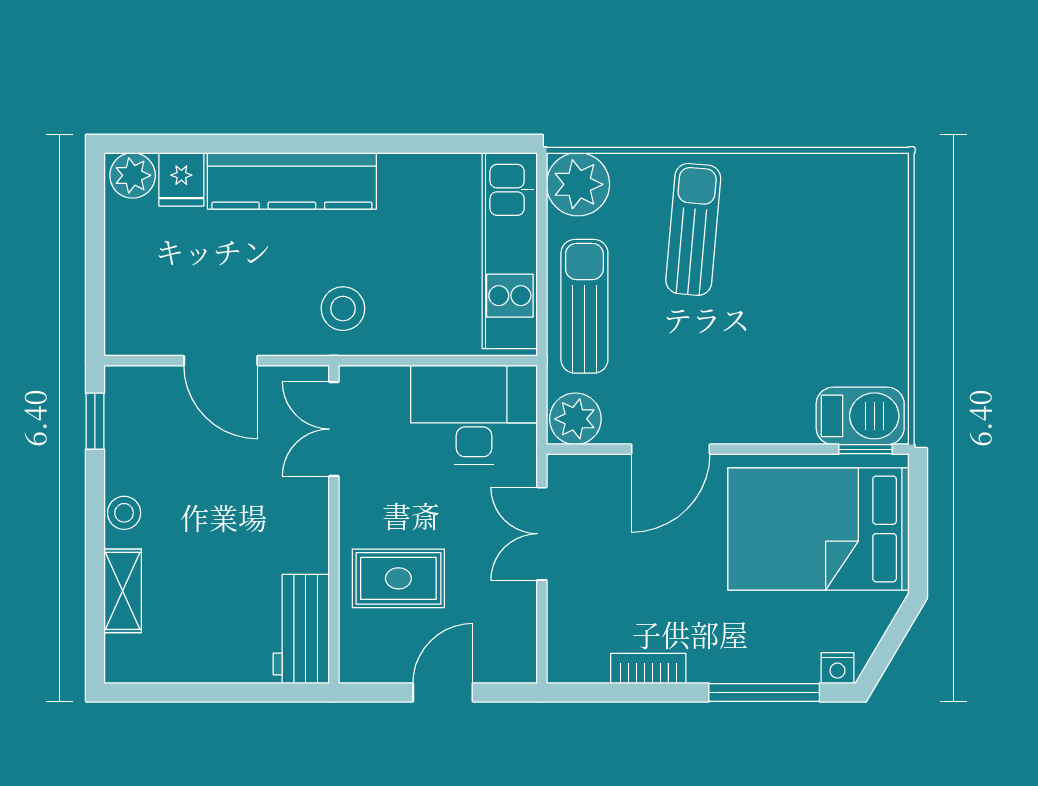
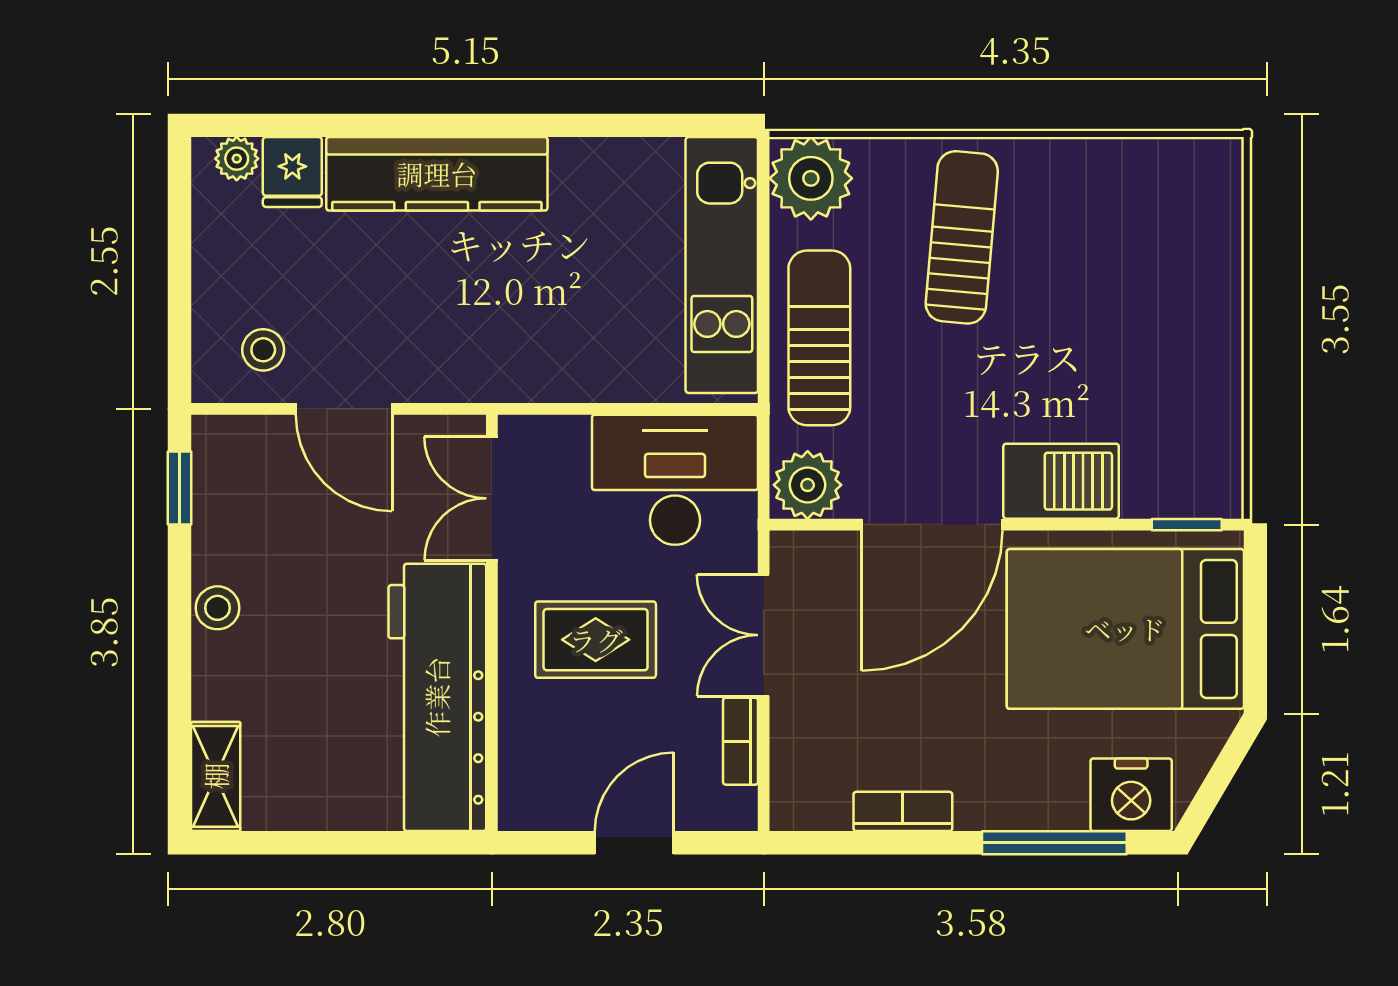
plant: (133, 175) -> (237, 159), width x0.73, depth x0.73
stool: (343, 309) -> (263, 350), moved, width x0.73, depth x0.73
barbecue: (860, 416) -> (1061, 481), moved
door: (671, 449) -> (932, 525), width x1.36
rug: (398, 578) -> (596, 640), moved
shelving: (123, 591) -> (216, 776), moved
bookcase: (524, 615) -> (740, 741), added
workbench: (301, 629) -> (437, 697), width x1.88, depth x1.32
nightstand: (837, 668) -> (1131, 795), width x1.89, depth x1.79

